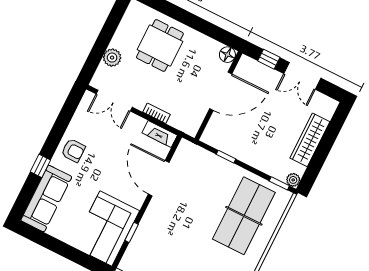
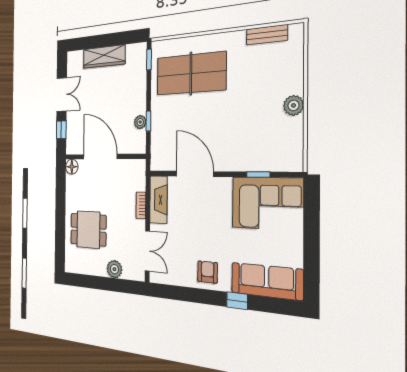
fireplace: (160, 134) -> (158, 200), width x1.37, depth x1.32
door: (159, 178) -> (195, 174), swing flipped
plant: (293, 180) -> (140, 122), moved

